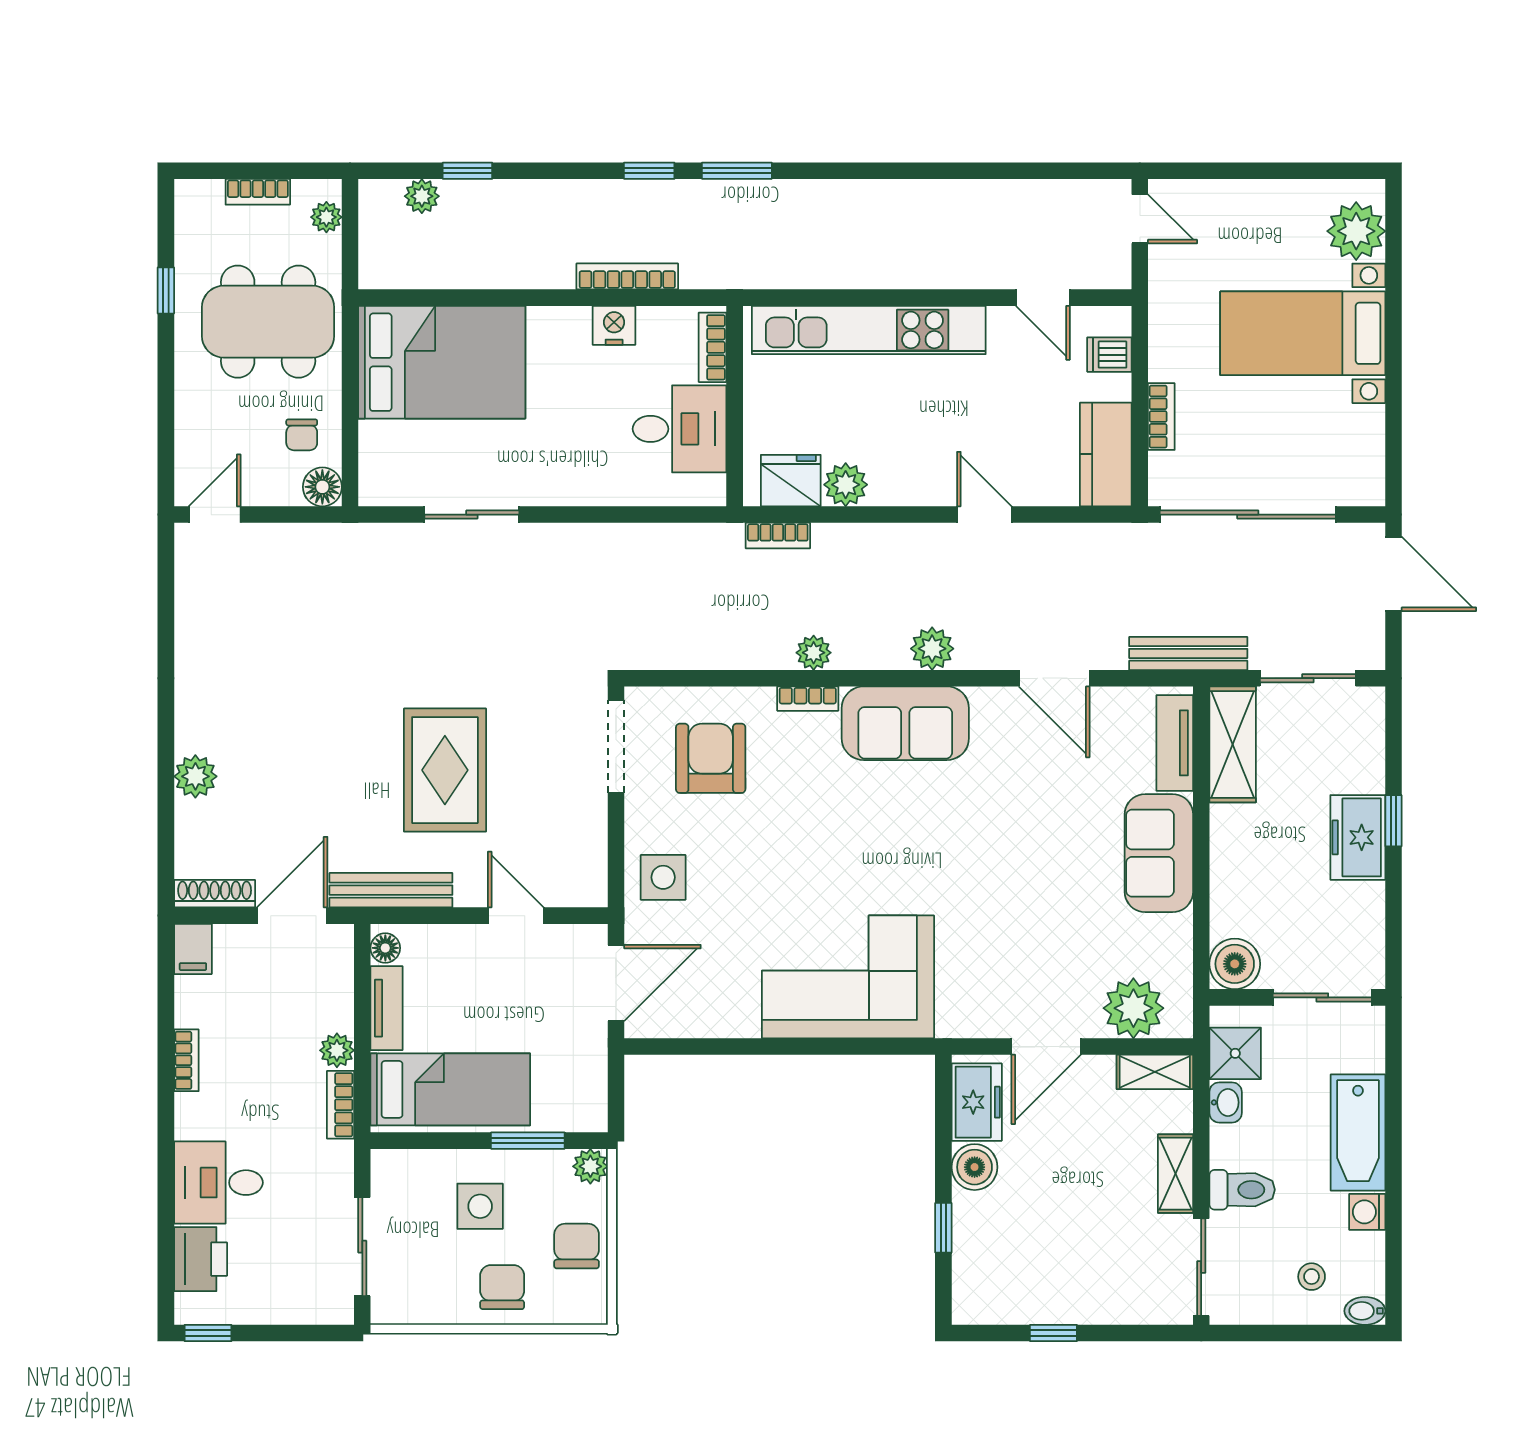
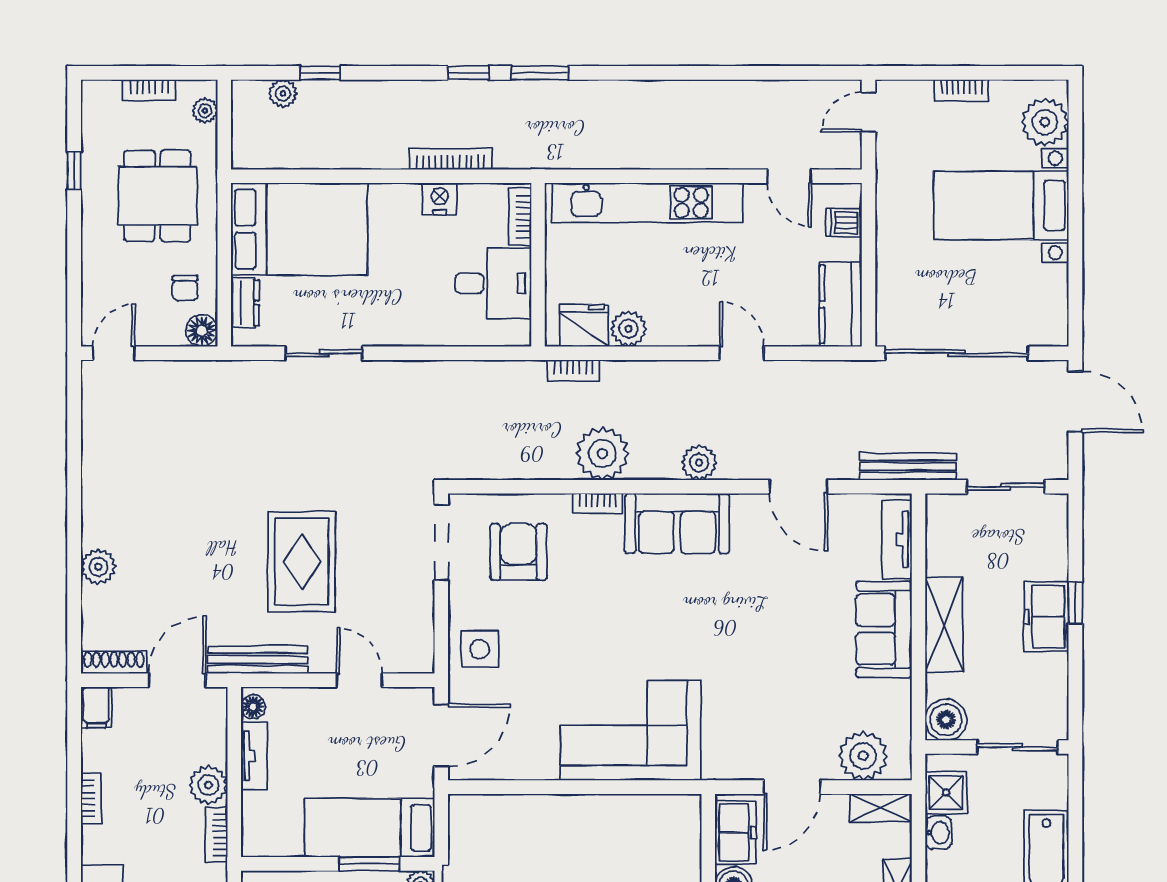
door: (1140, 219) -> (868, 112), swing flipped
dining table: (268, 322) -> (157, 196), width x0.73
bookcase: (1161, 417) -> (961, 90), moved, turned 90
dresser: (375, 453) -> (245, 303), added
plant: (814, 653) -> (602, 454), width x1.88, depth x1.88
shelving: (1233, 744) -> (944, 625), moved
plant: (337, 1050) -> (208, 785), width x1.38, depth x1.38
bed: (450, 1089) -> (369, 828), moved, turned 180

